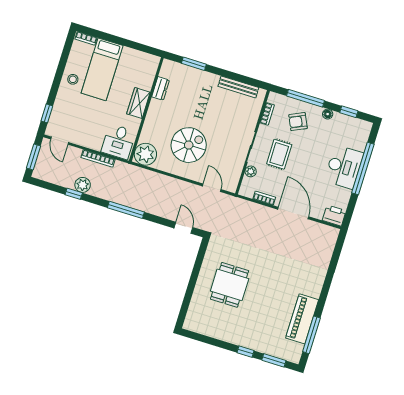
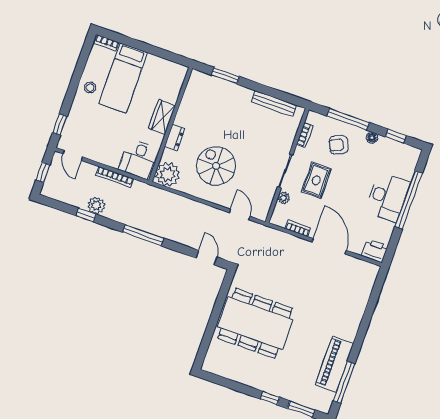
dresser: (161, 88) -> (175, 138), moved
spiral stairs: (189, 145) -> (216, 166), turned -90
window: (33, 157) -> (43, 172), width x0.67
dining table: (230, 285) -> (255, 323), width x1.88, depth x1.24

